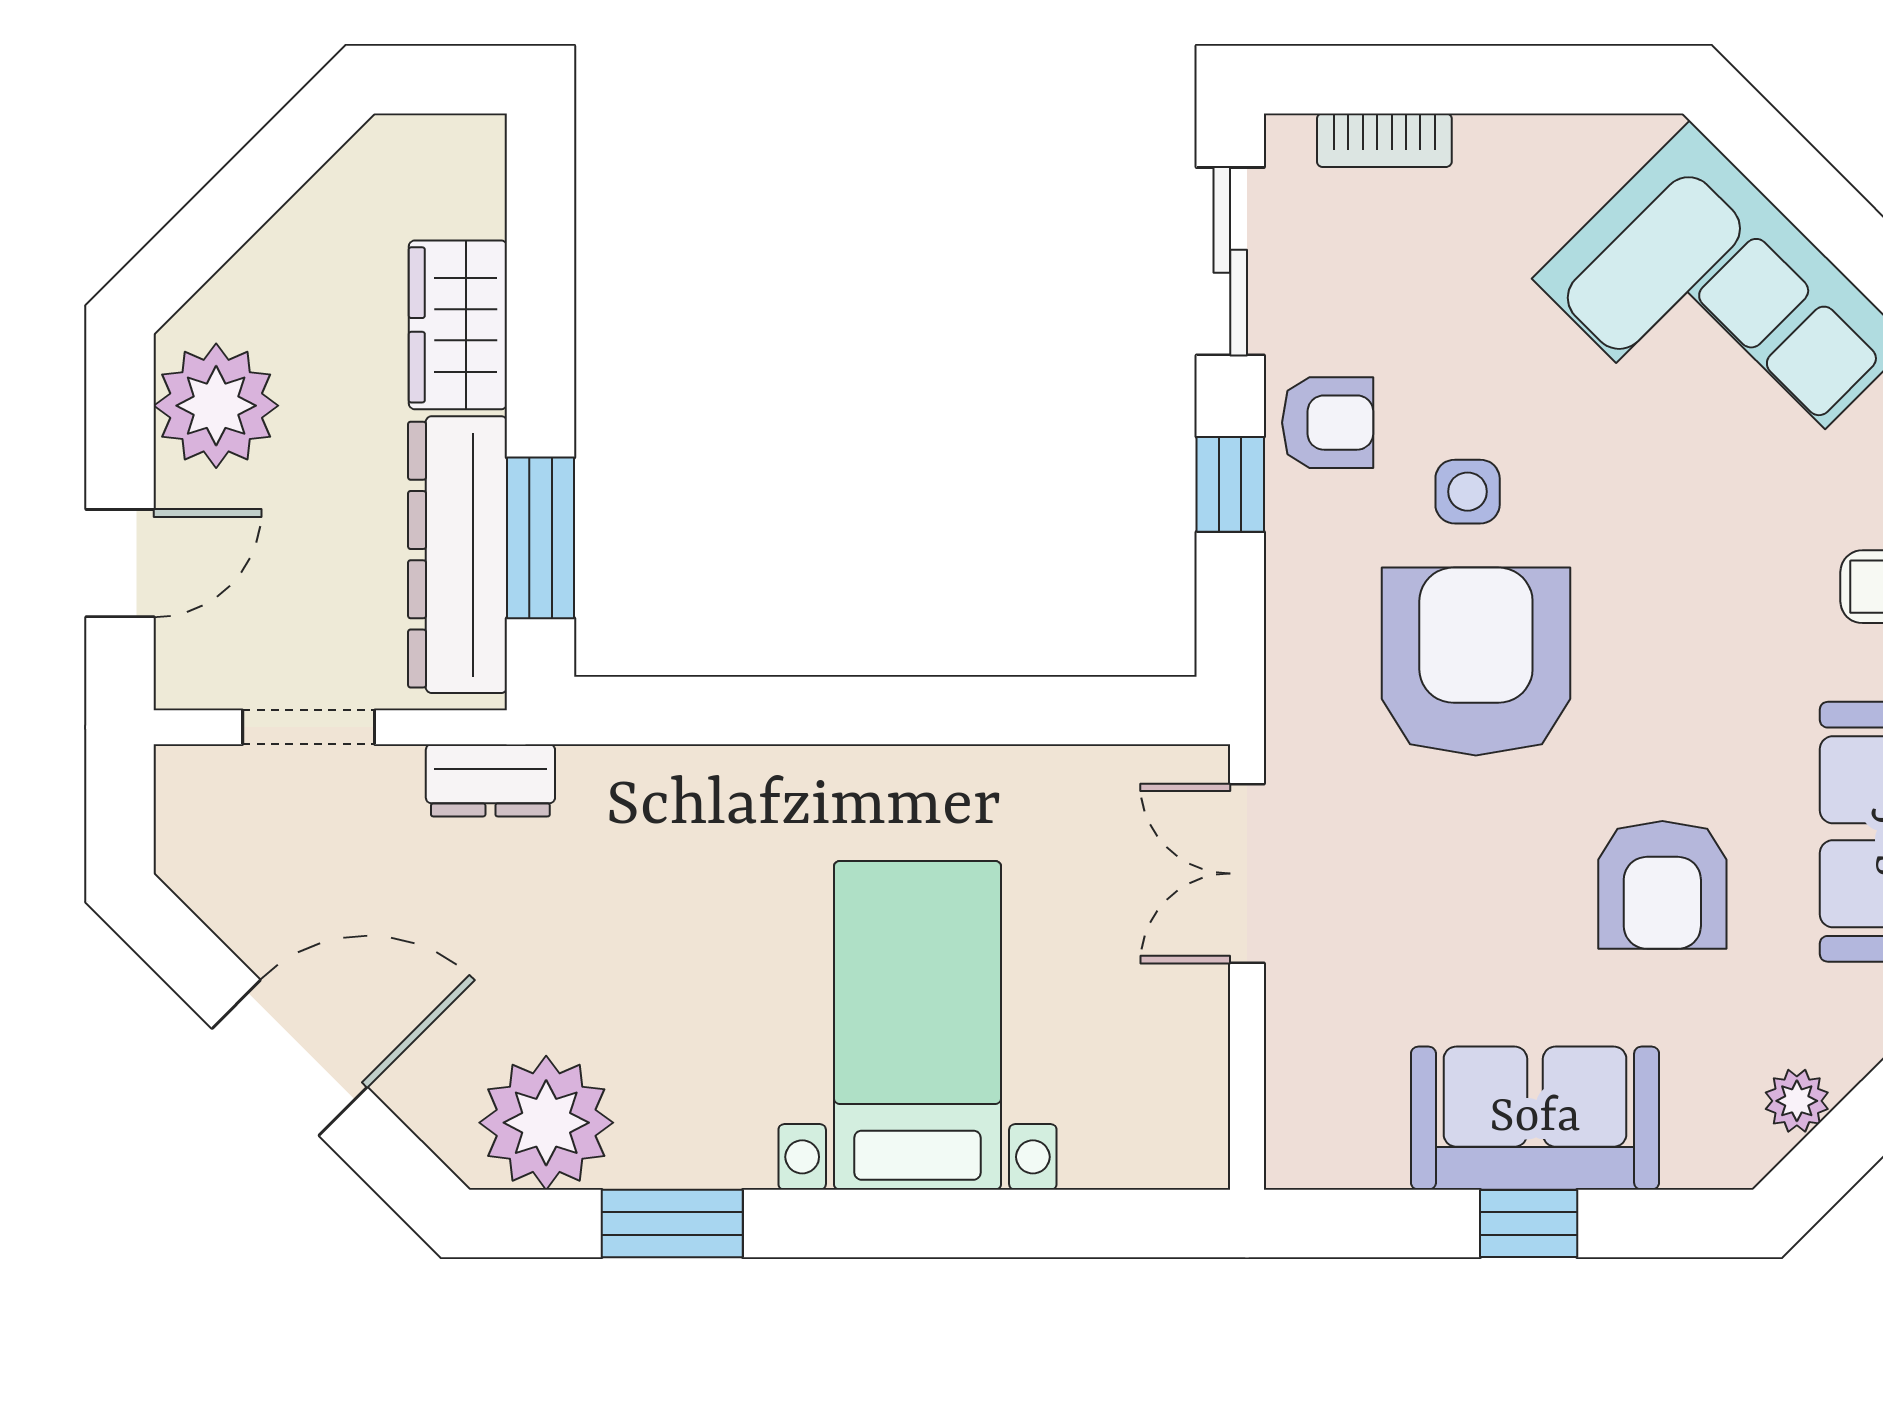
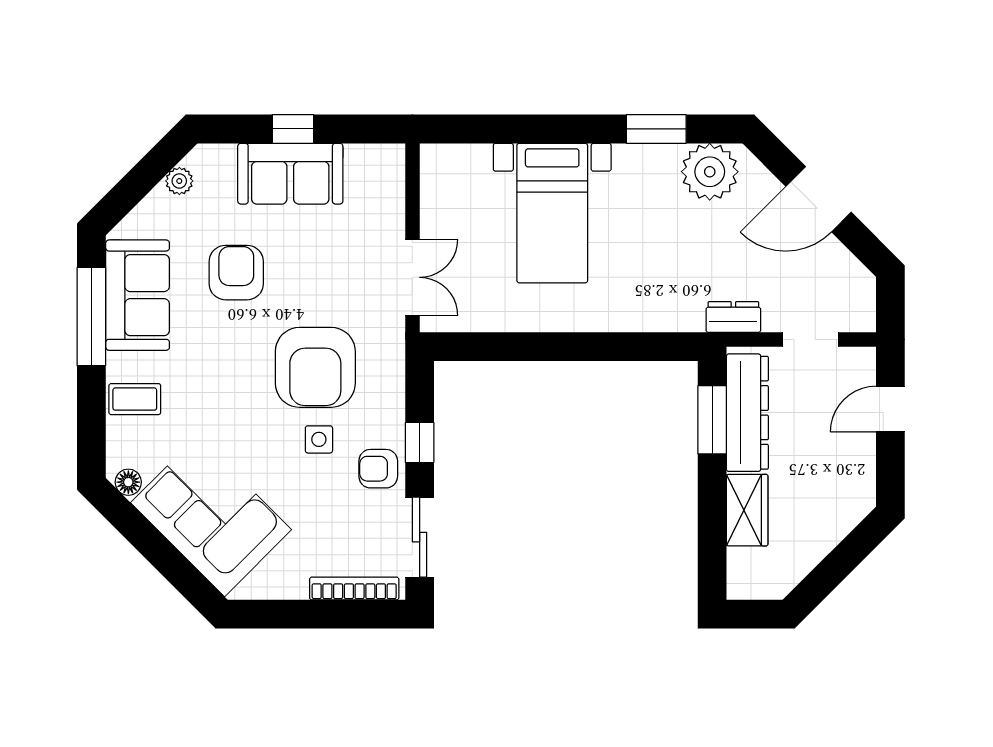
bookcase: (1384, 140) -> (354, 588), width x1.56
plant: (216, 406) -> (850, 476), removed

